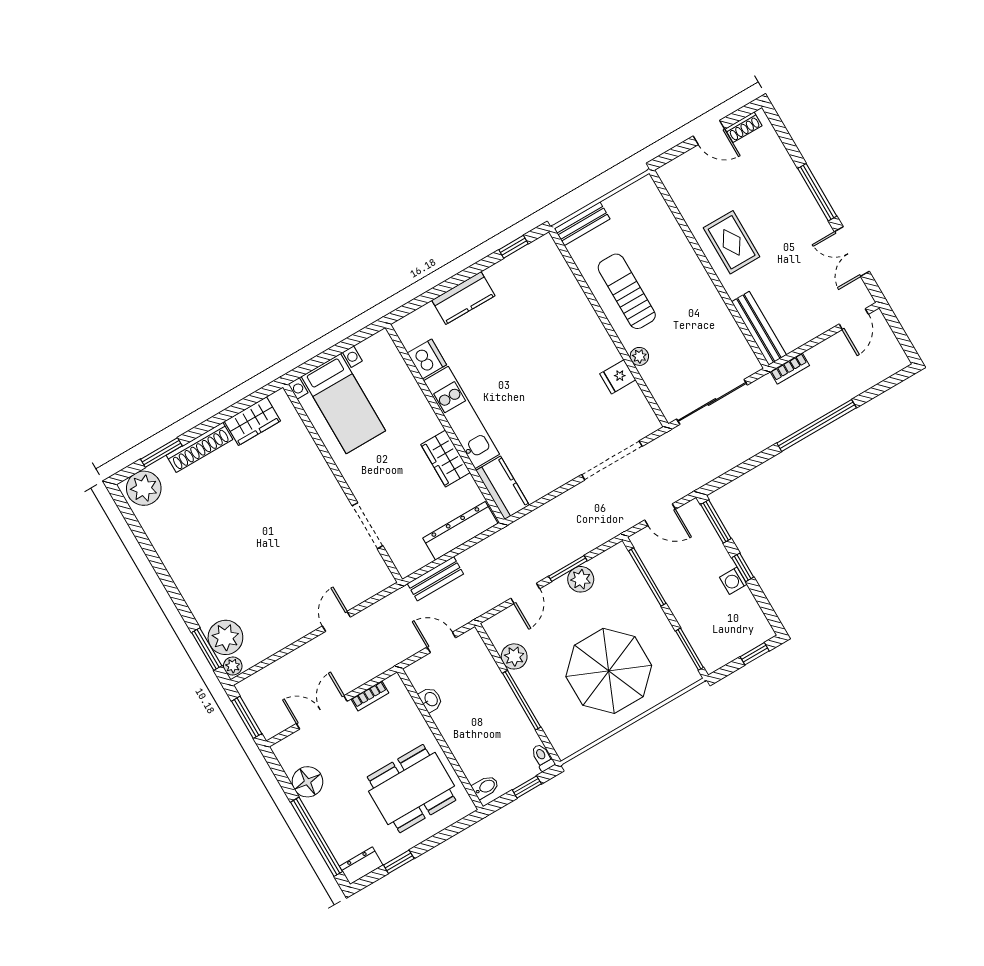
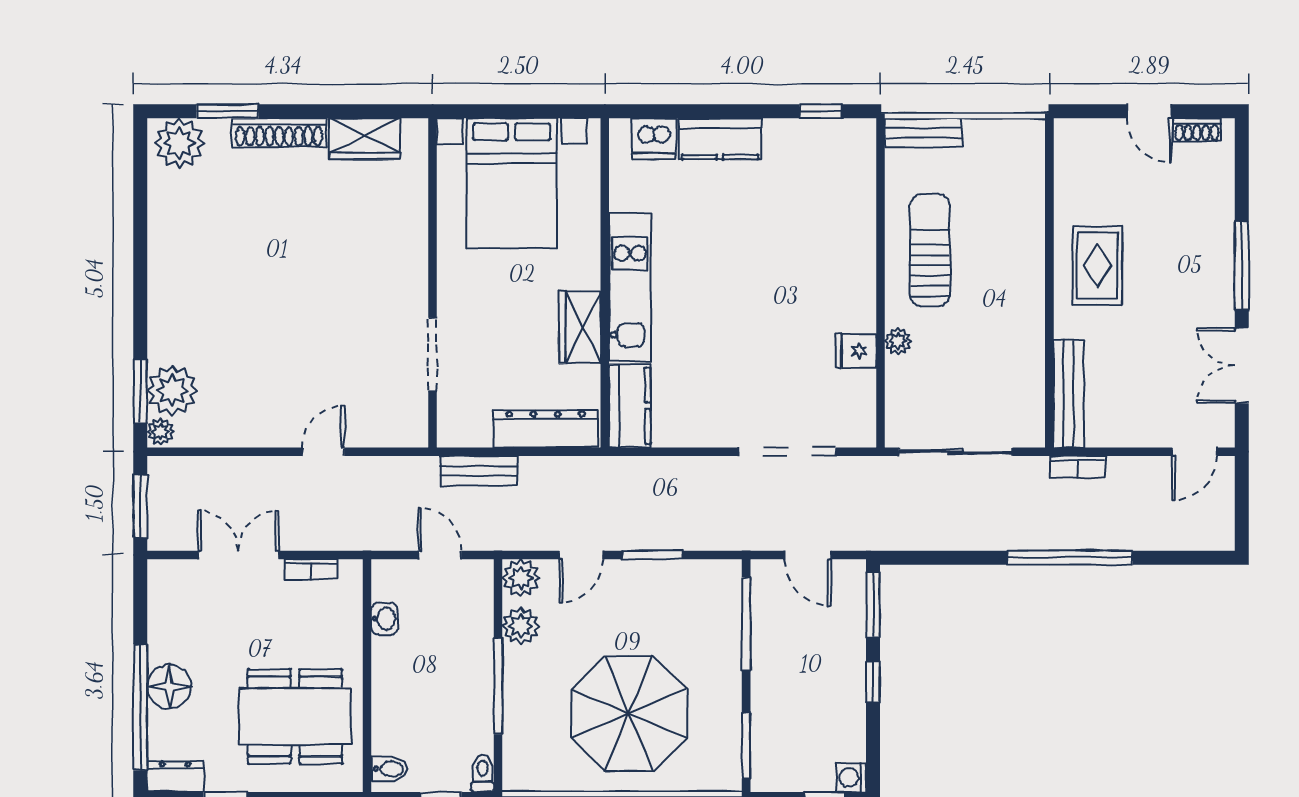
dishwasher: (427, 359) -> (654, 139), moved, turned 90
bed with nightstands: (343, 404) -> (512, 183), width x1.36
plant: (581, 579) -> (521, 578), moved
washing machine: (733, 581) -> (851, 777), moved
floor lamp: (307, 782) -> (169, 686), moved

